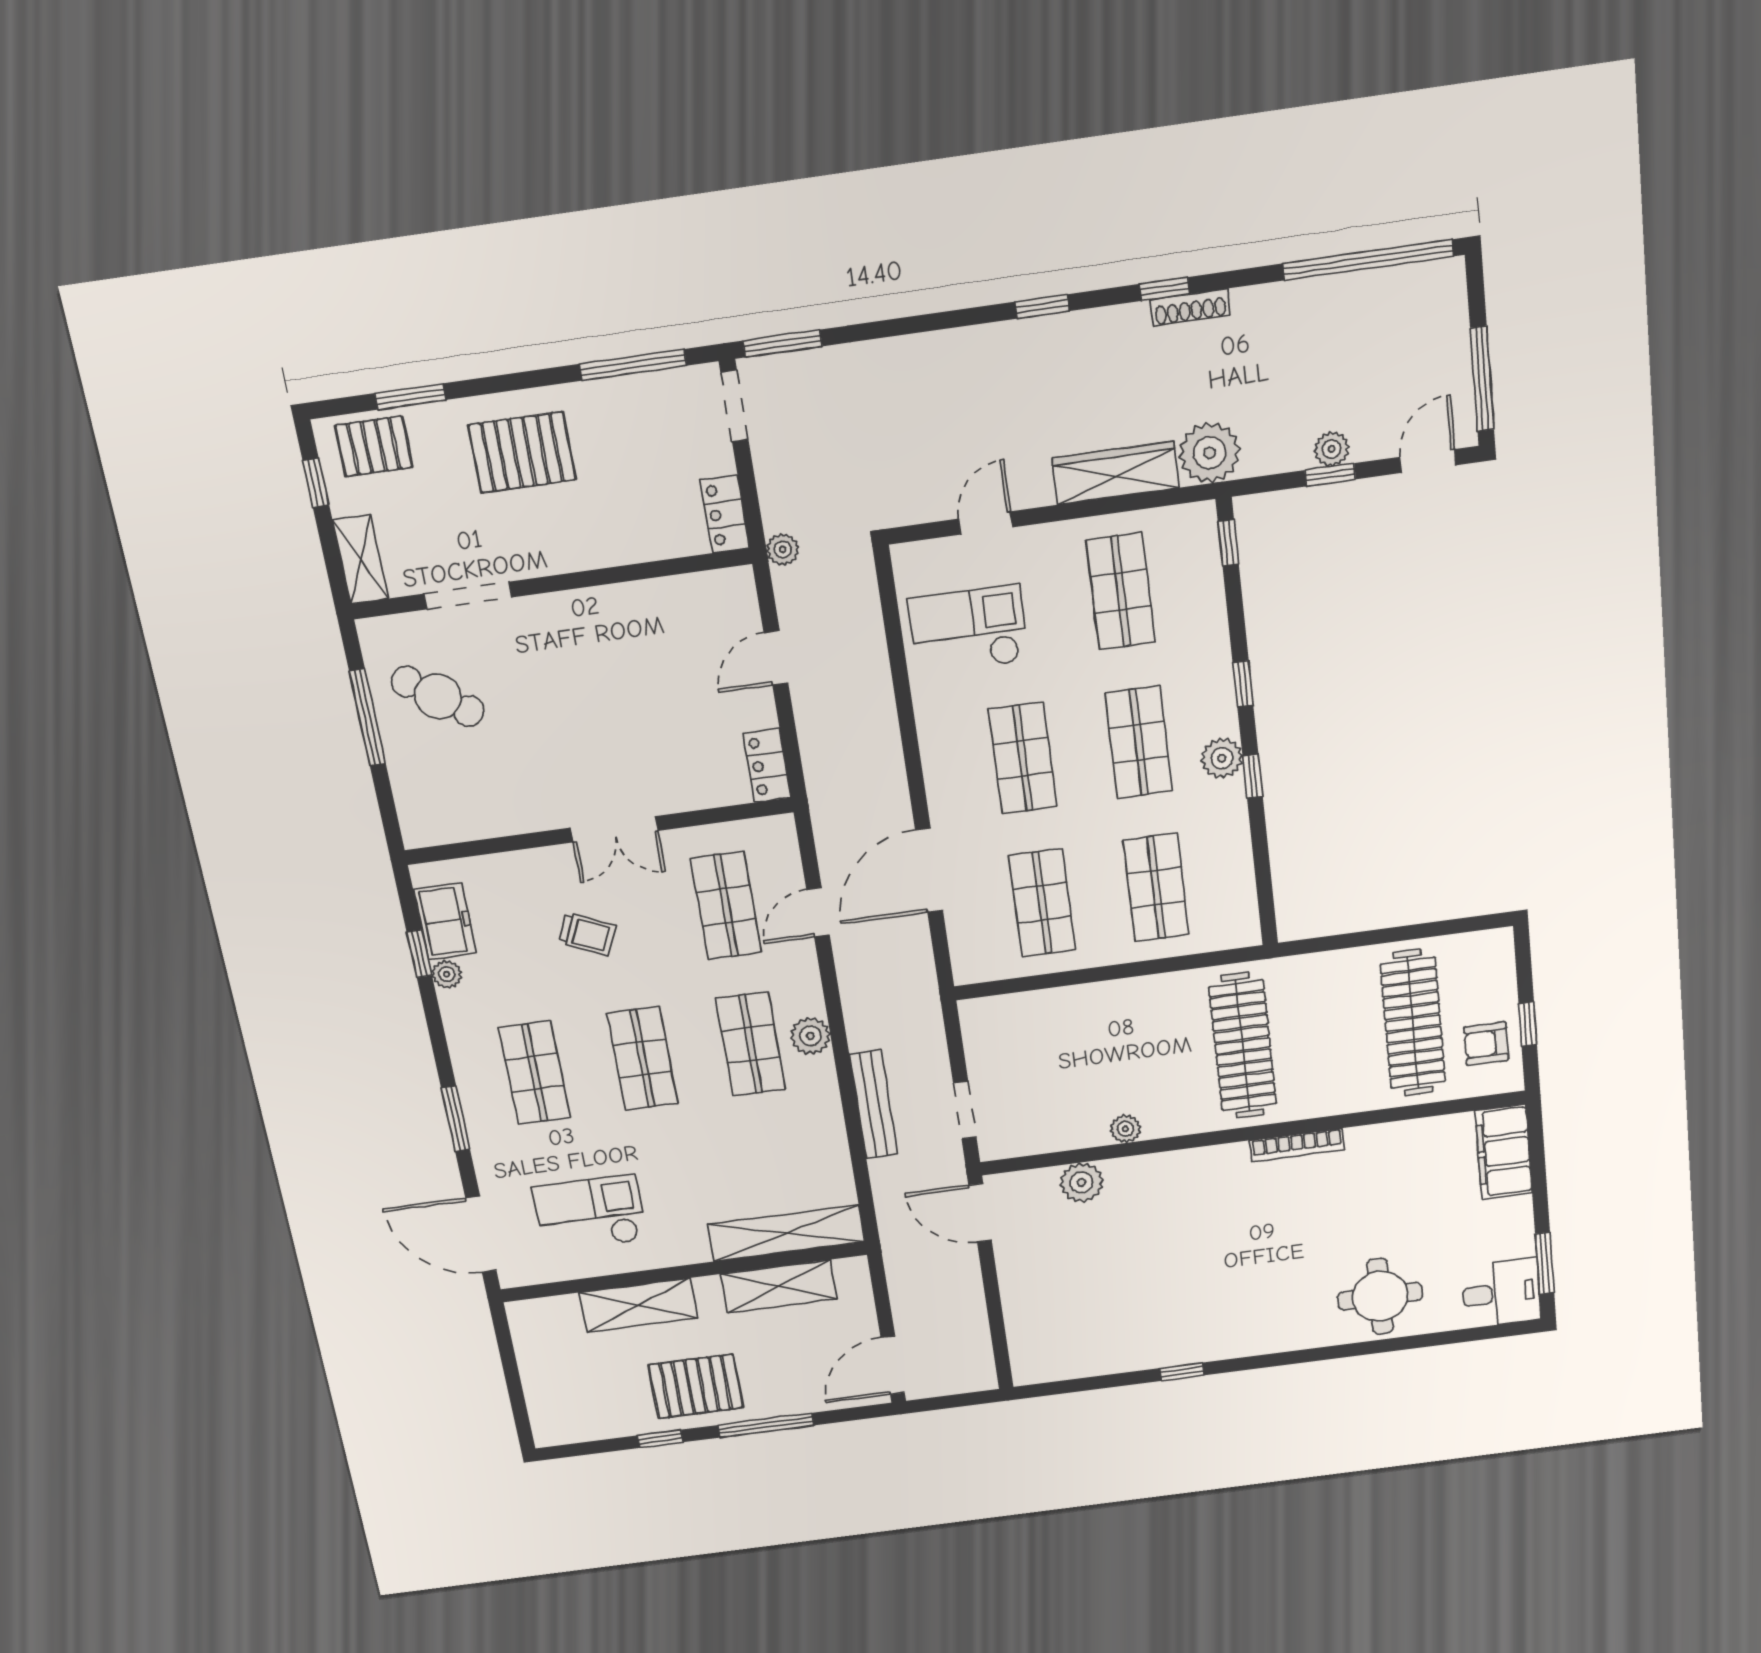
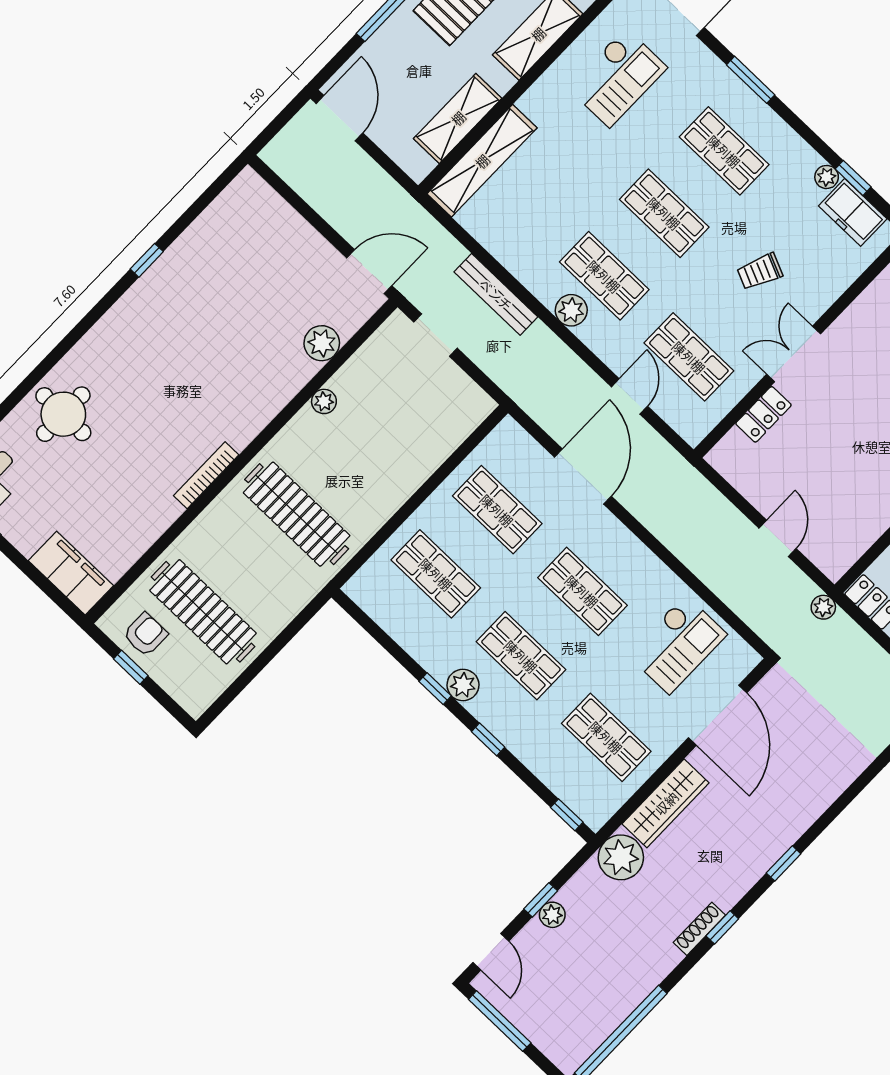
door: (985, 523) -> (718, 715), width x1.87
locker: (767, 765) -> (763, 414), moved, turned 90

